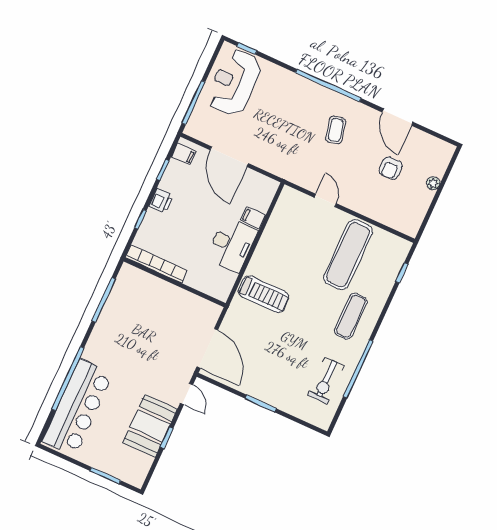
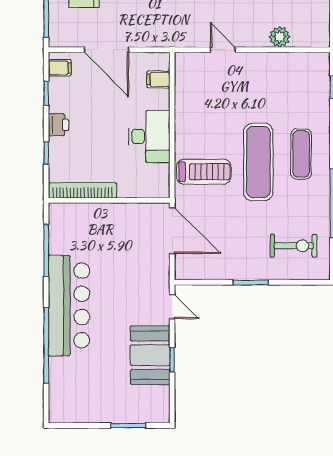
plant: (377, 211) -> (280, 37), added
filing cabinet: (253, 218) -> (158, 79), moved
exercise mat: (348, 255) -> (258, 162), moved
door: (207, 348) -> (172, 231), moved
exercise bike: (326, 381) -> (294, 246), moved, turned -90
bar counter: (77, 407) -> (69, 305), moved

